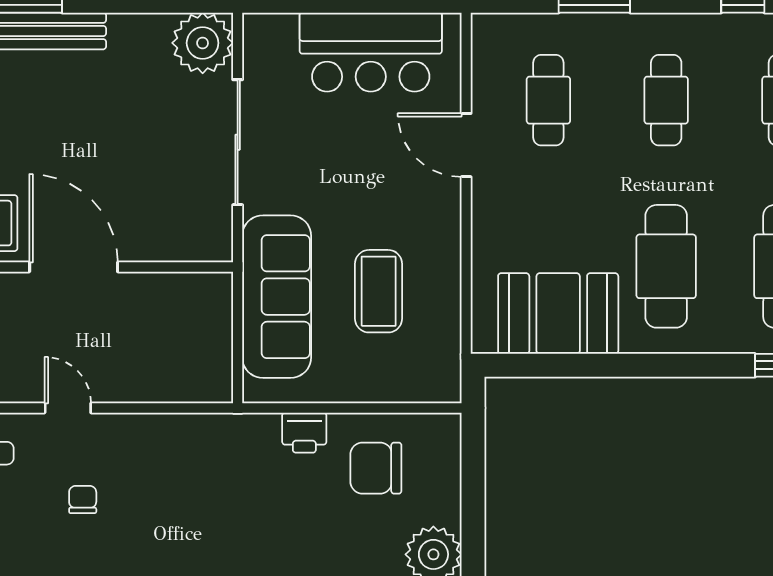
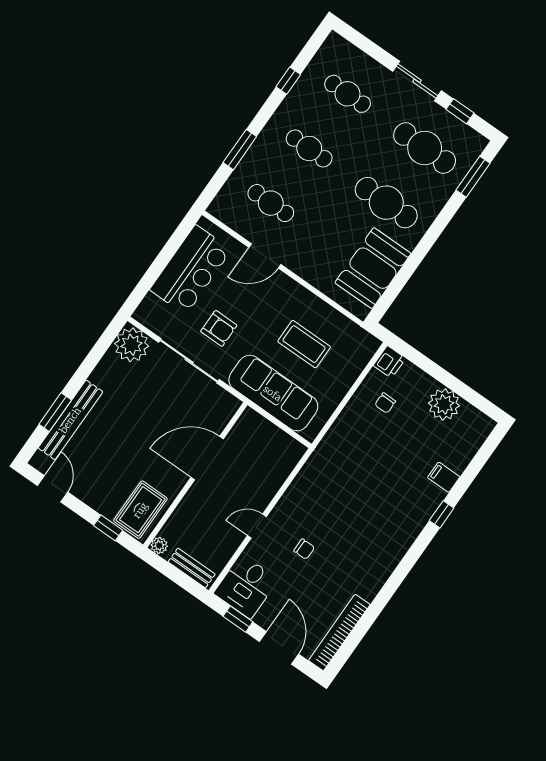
armchair: (315, 152) -> (219, 328), added
door: (74, 267) -> (207, 458), moved
printer: (304, 433) -> (389, 362), moved
chair: (376, 468) -> (385, 403), width x0.54, depth x0.54
chair: (83, 499) -> (304, 549), turned 180

